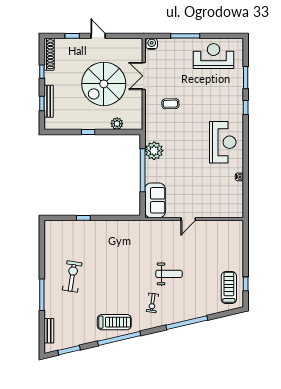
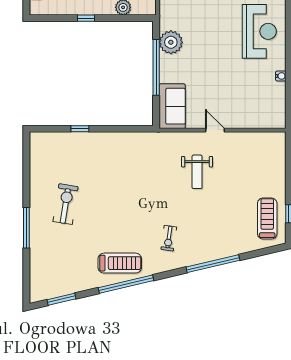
door: (188, 219) -> (215, 130), swing flipped
weight bench: (169, 274) -> (197, 172), moved, turned 90
bench: (49, 331) -> (36, 274), removed

